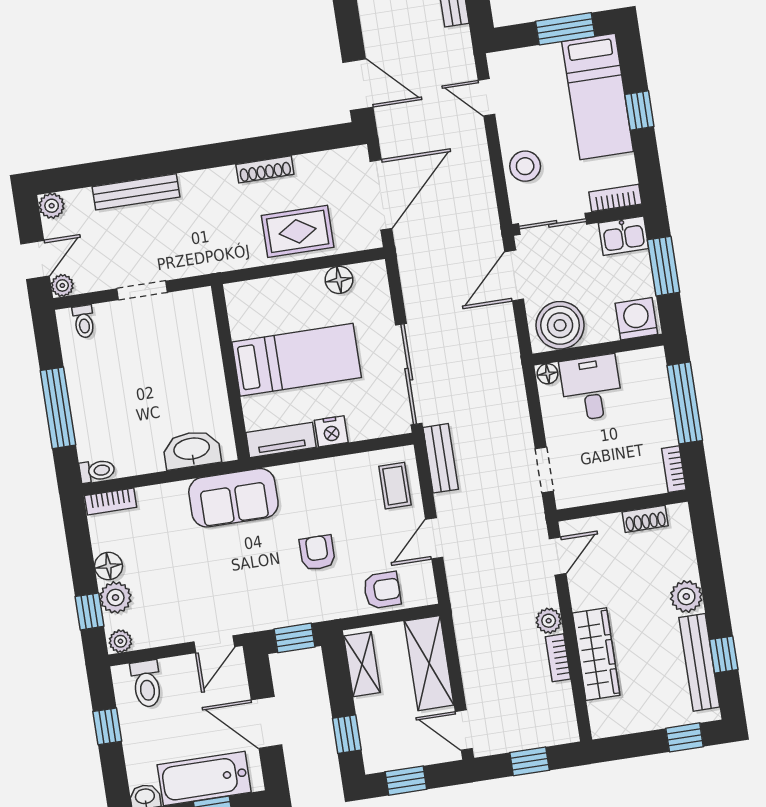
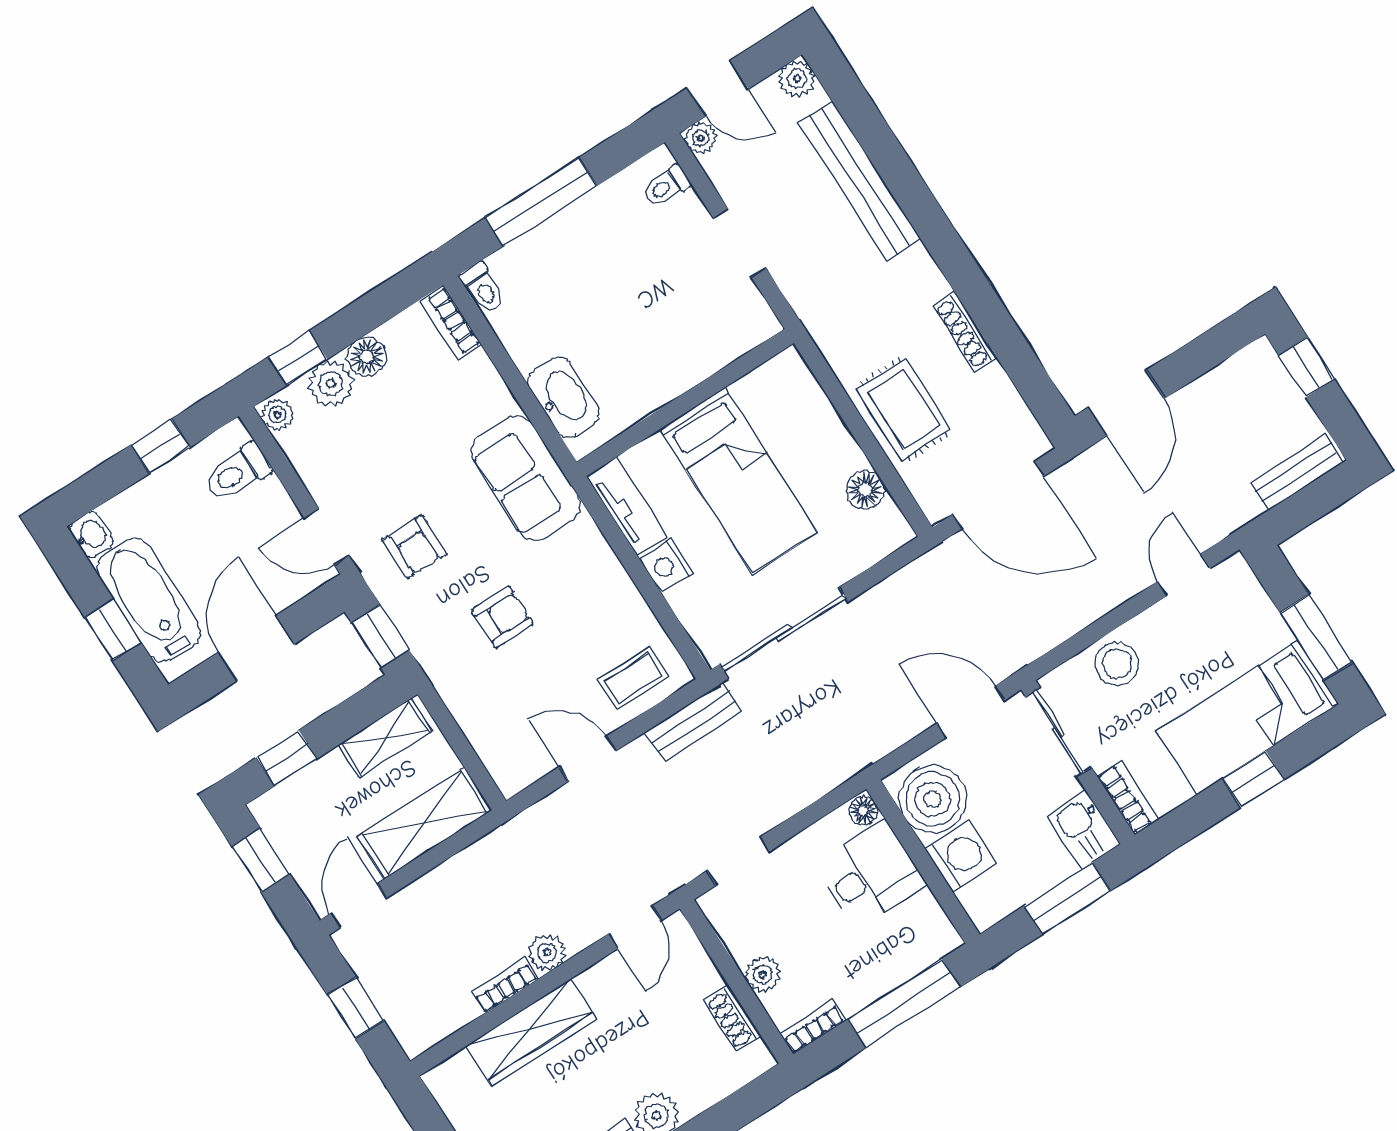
bench: (136, 192) -> (860, 181), width x1.37, depth x1.21
washing machine: (636, 319) -> (960, 856), moved
plant: (625, 487) -> (763, 974), added
door: (558, 556) -> (635, 927), hinge flipped
armchair: (382, 590) -> (415, 547), moved

